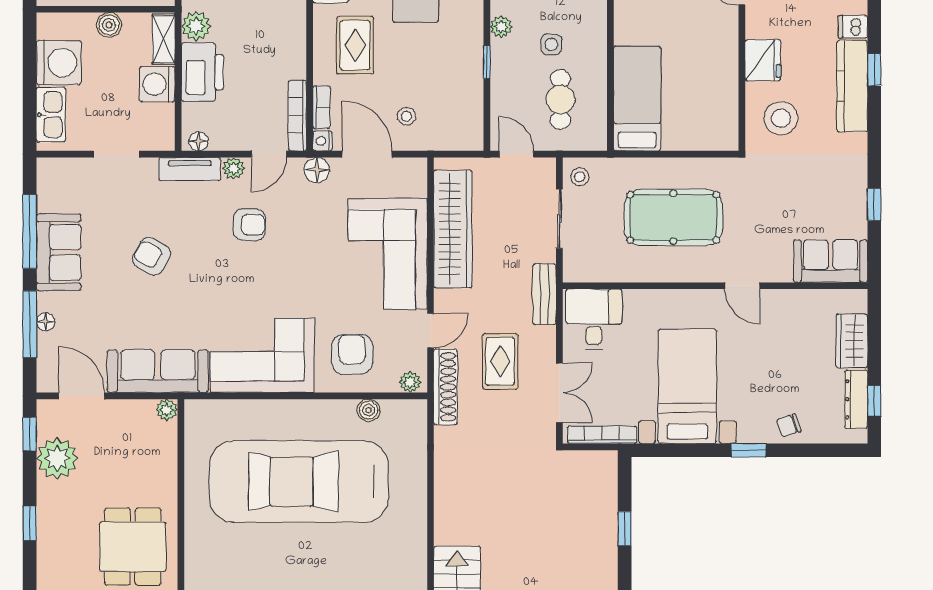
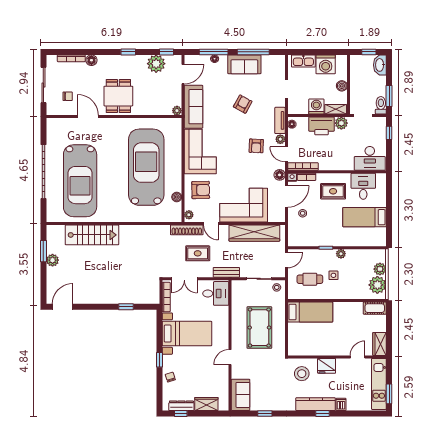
dining table: (133, 547) -> (118, 96), turned 90

